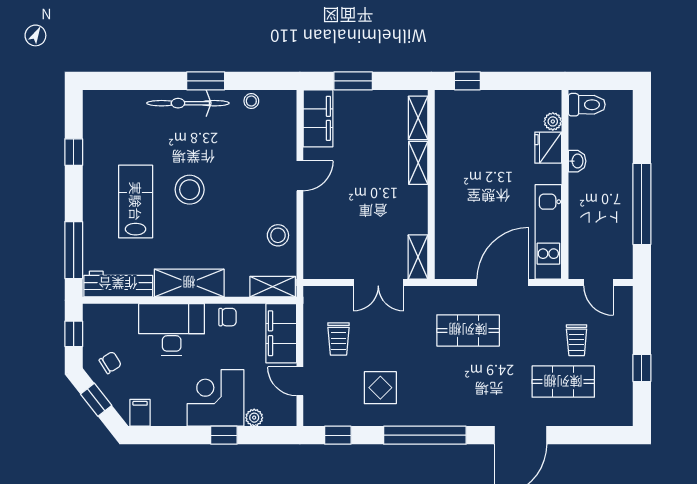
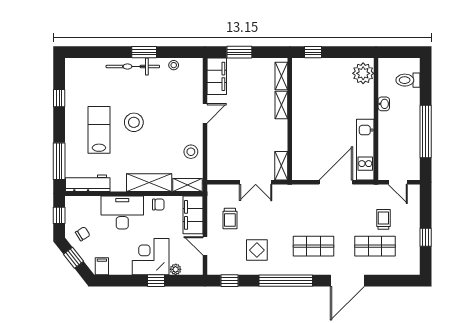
toilet: (587, 105) -> (408, 80), moved, turned 180
plant: (553, 121) -> (363, 73), width x1.88, depth x1.88
fridge: (548, 148) -> (365, 95), removed
shelving: (189, 283) -> (149, 183), moved
shop shelf: (468, 330) -> (313, 246), moved
trolley: (577, 340) -> (383, 219), turned 180

